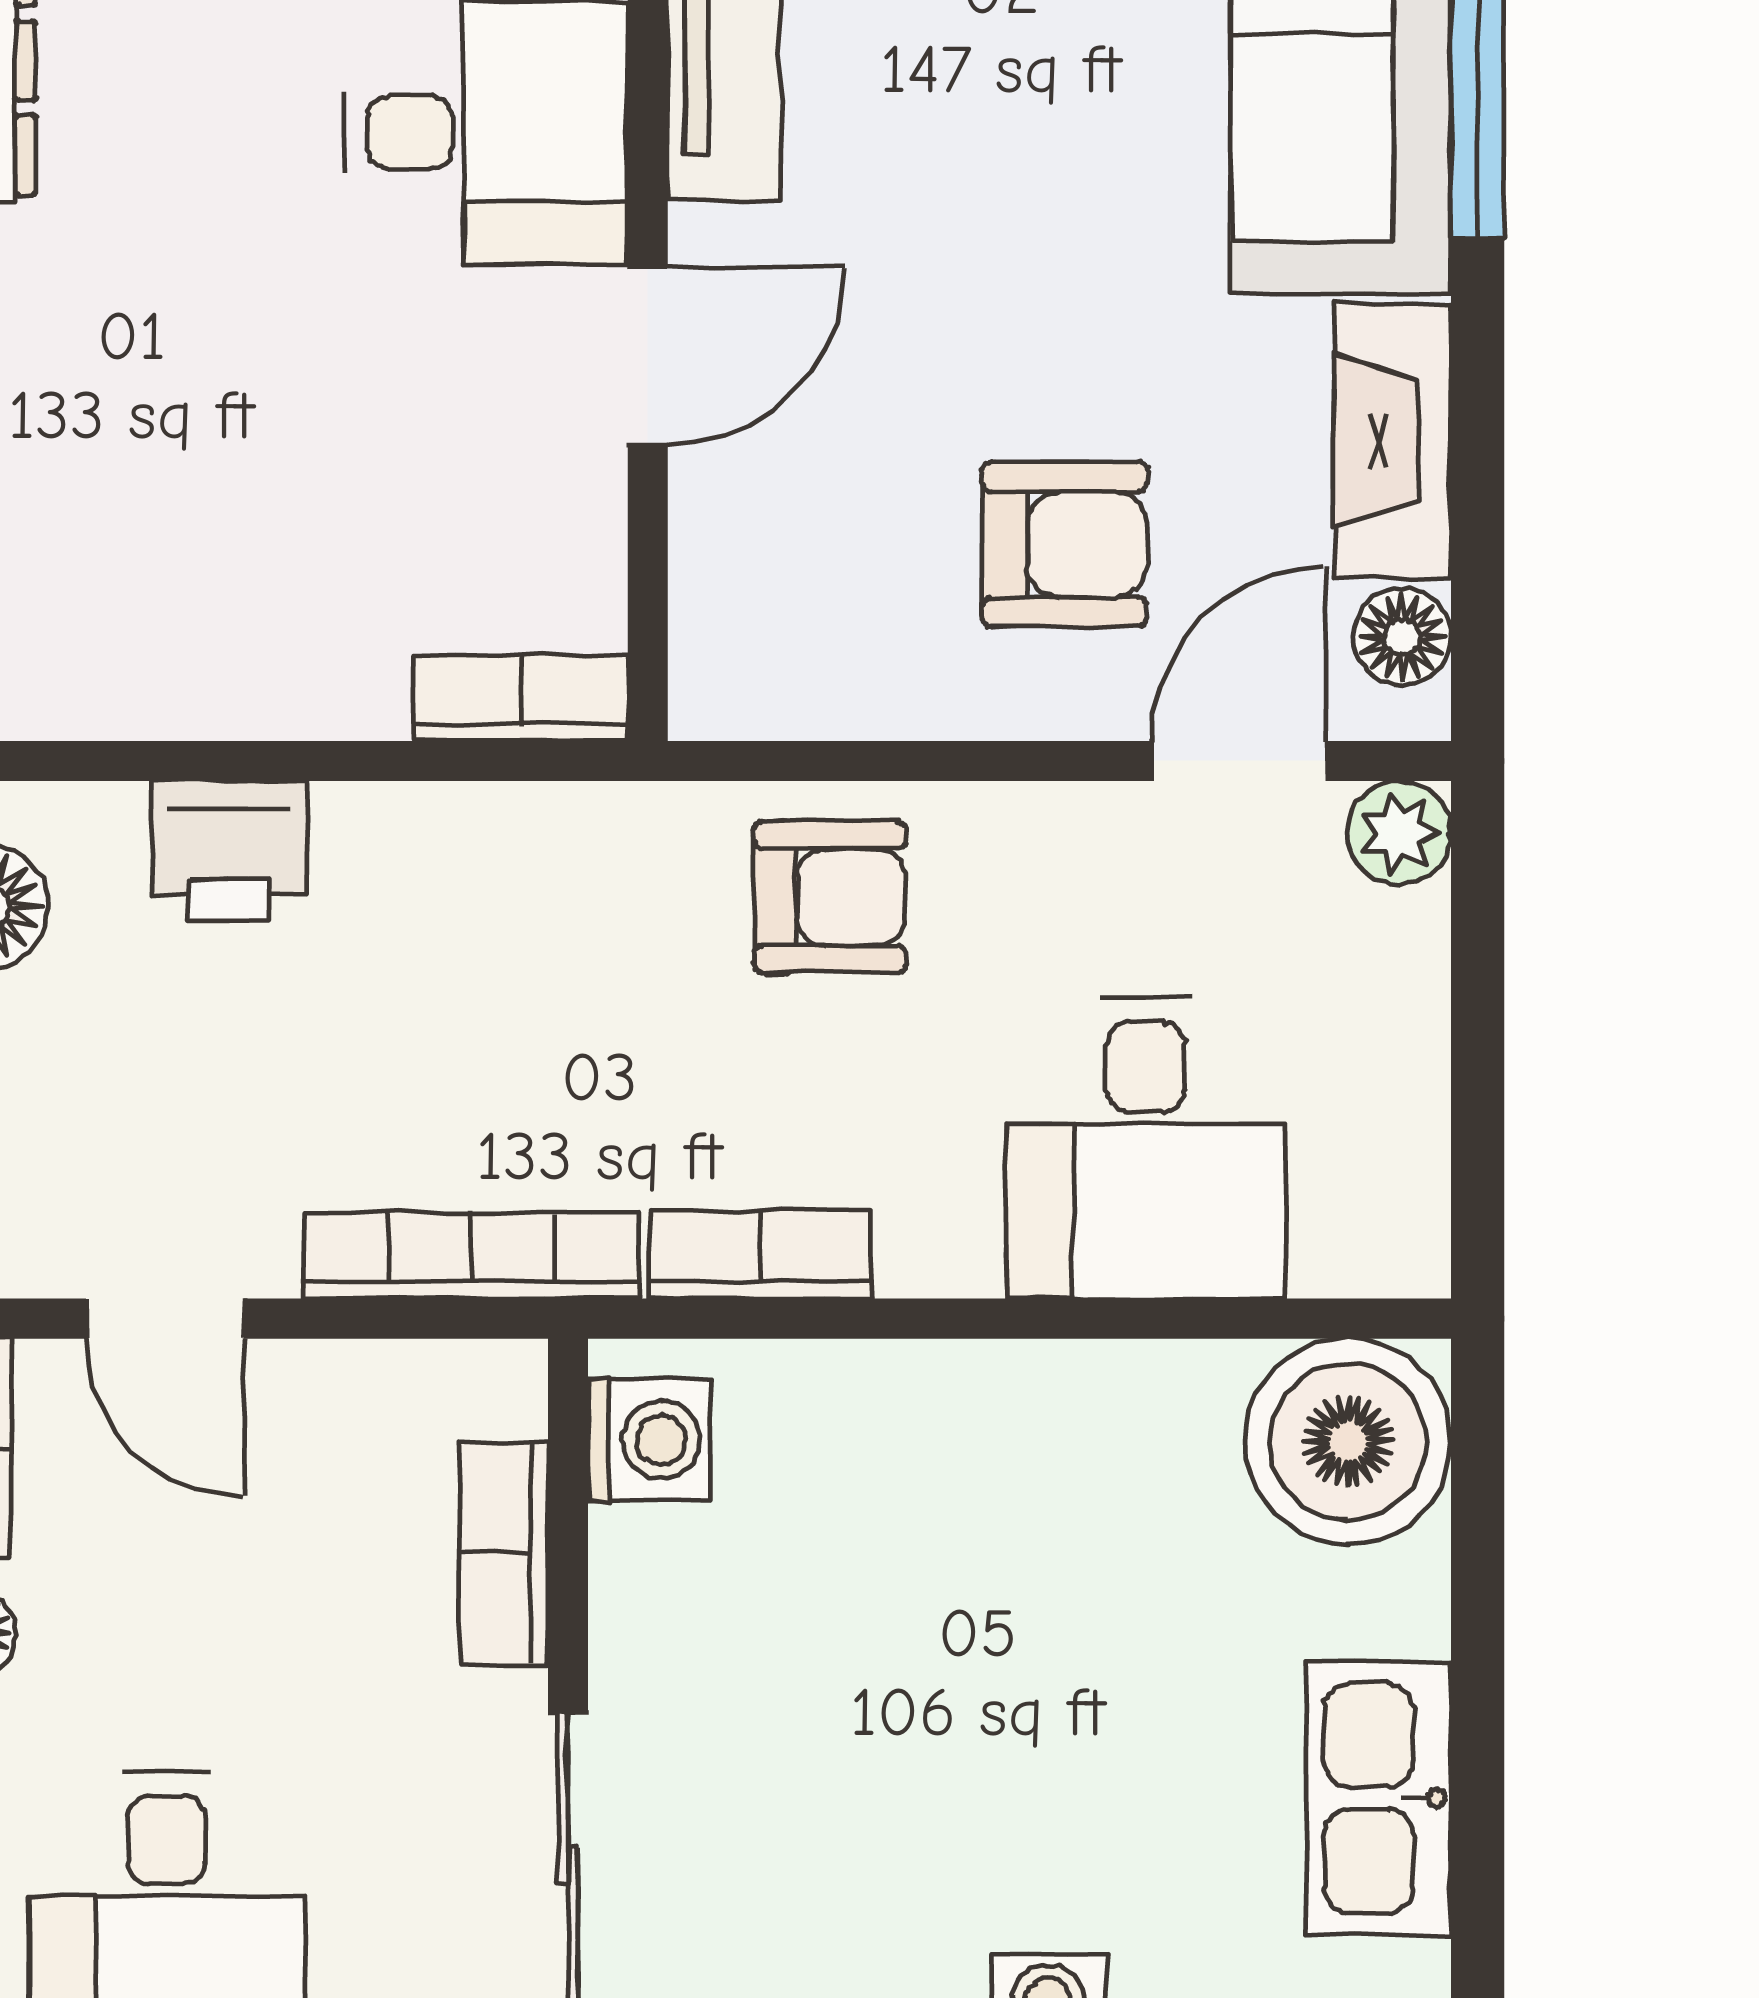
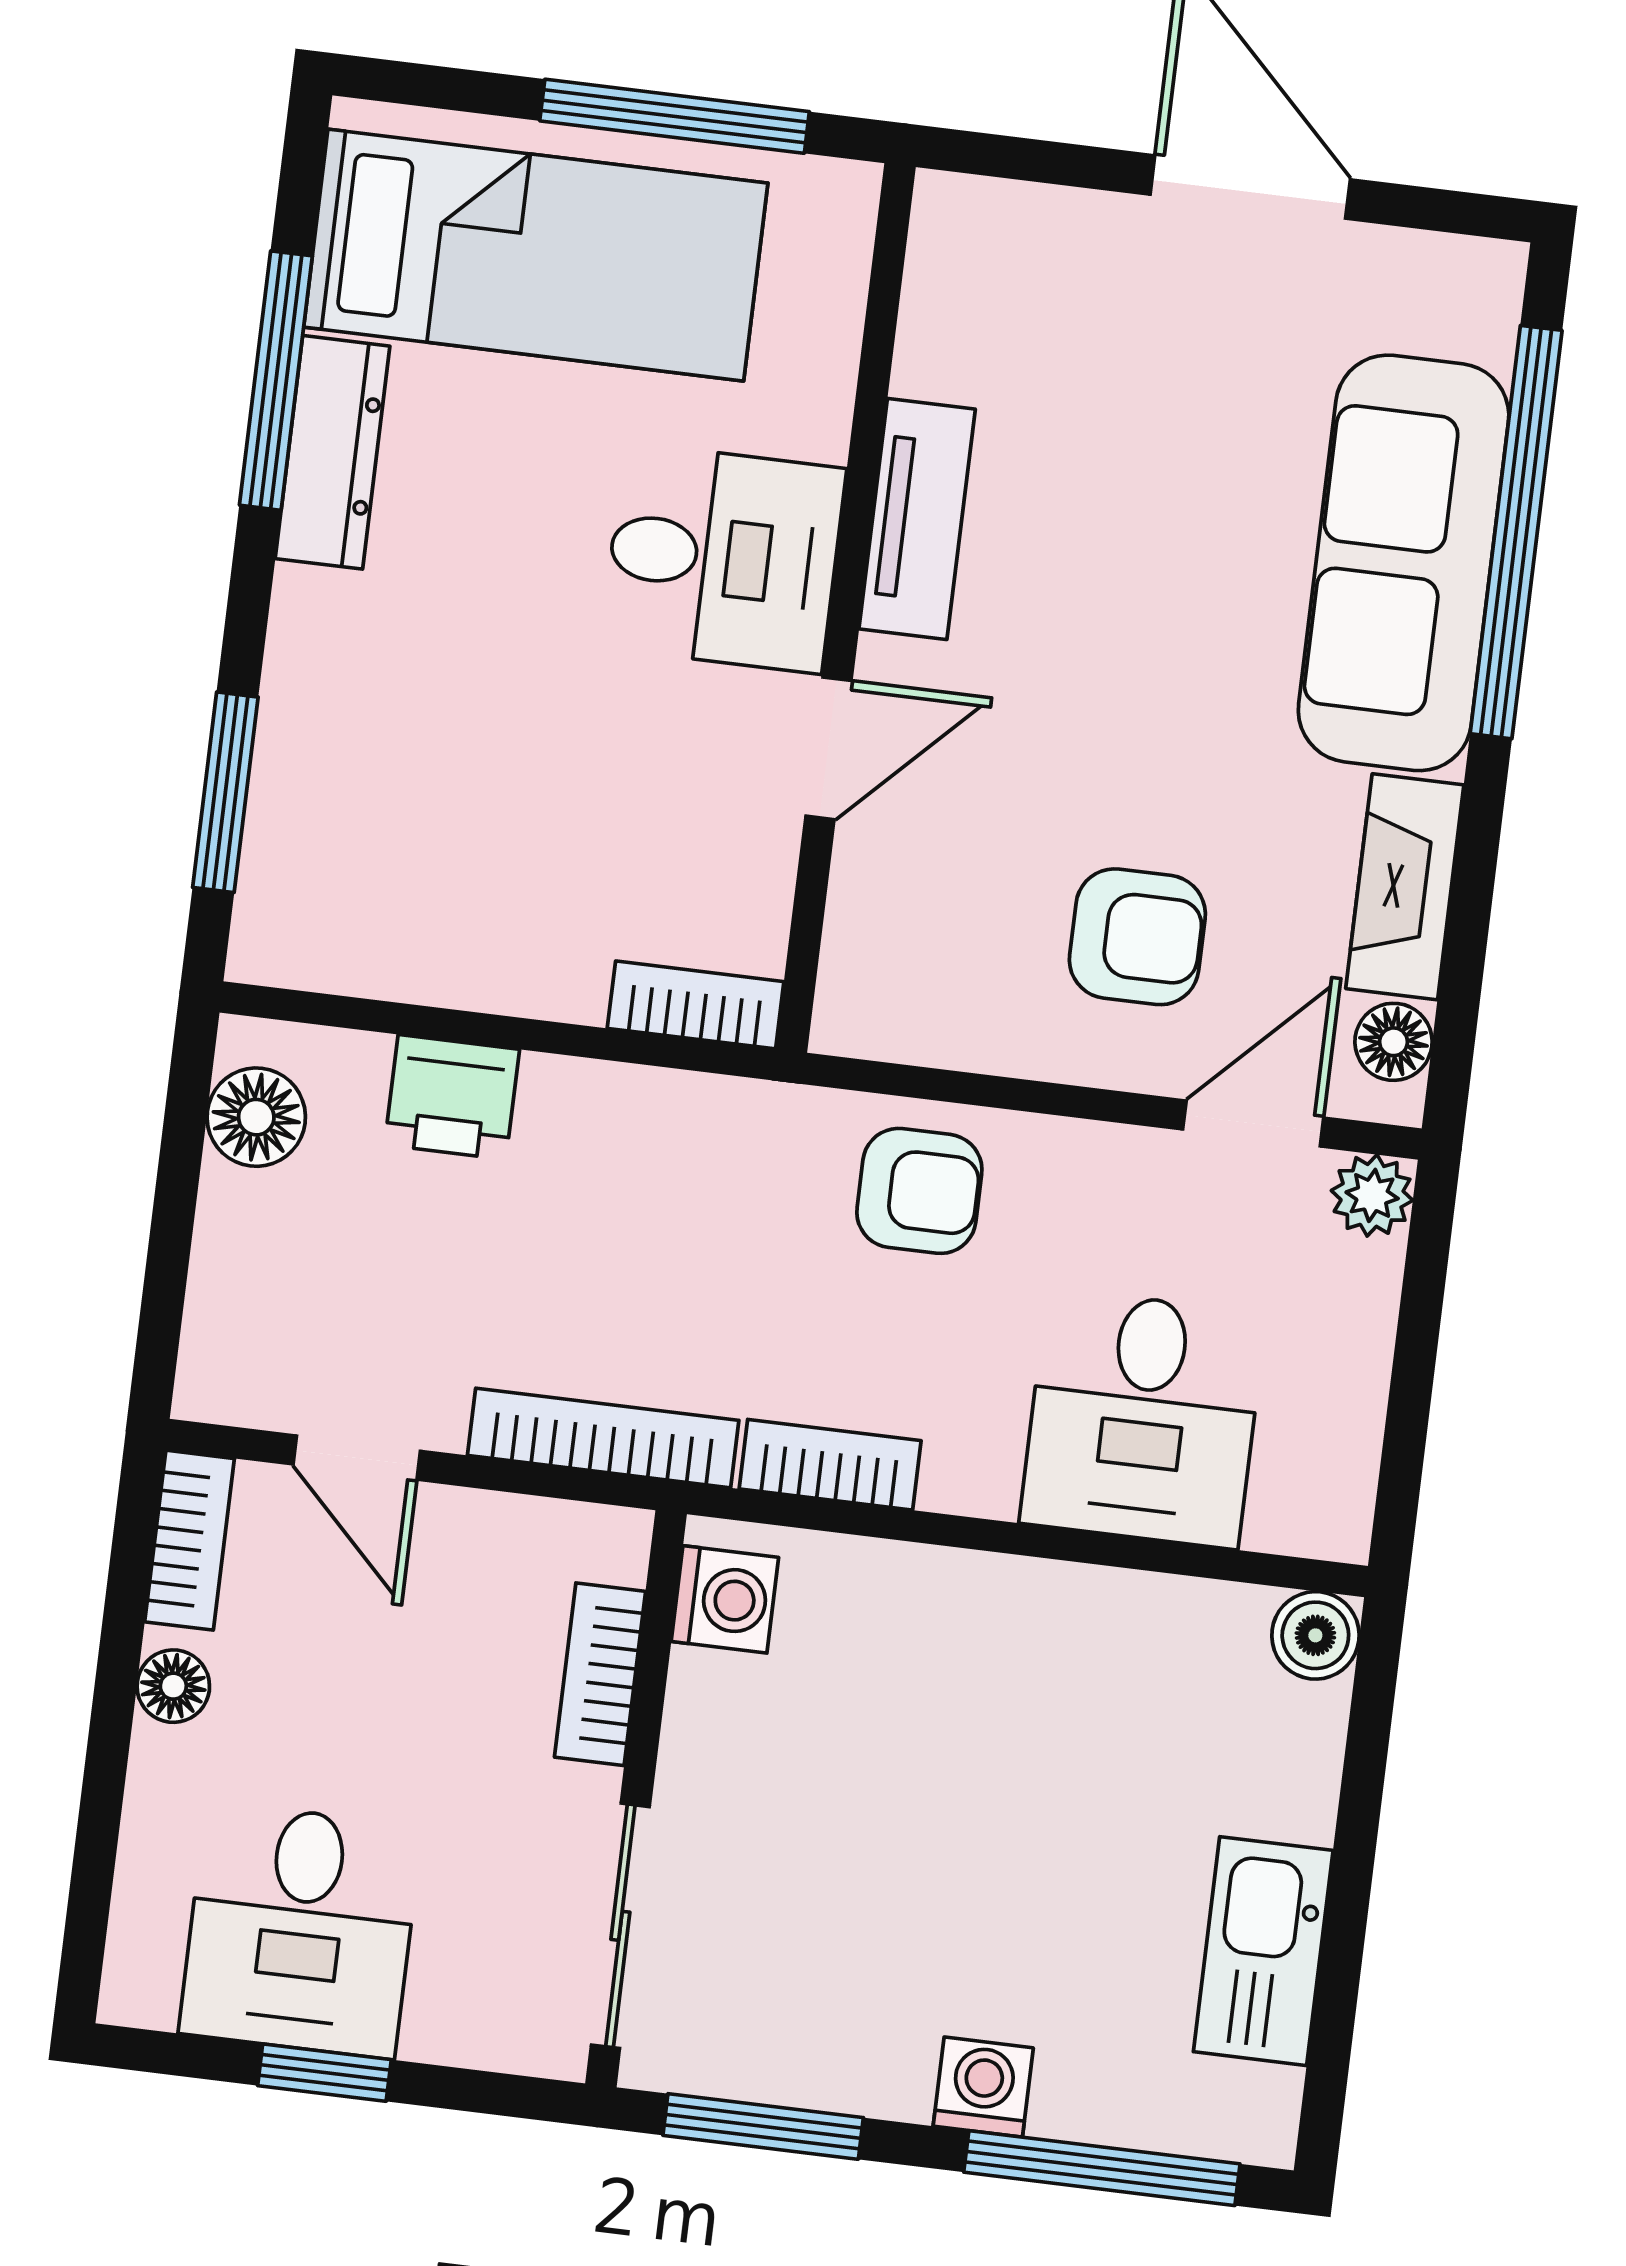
boiler: (1348, 1442) -> (1315, 1635), width x0.54, depth x0.54

